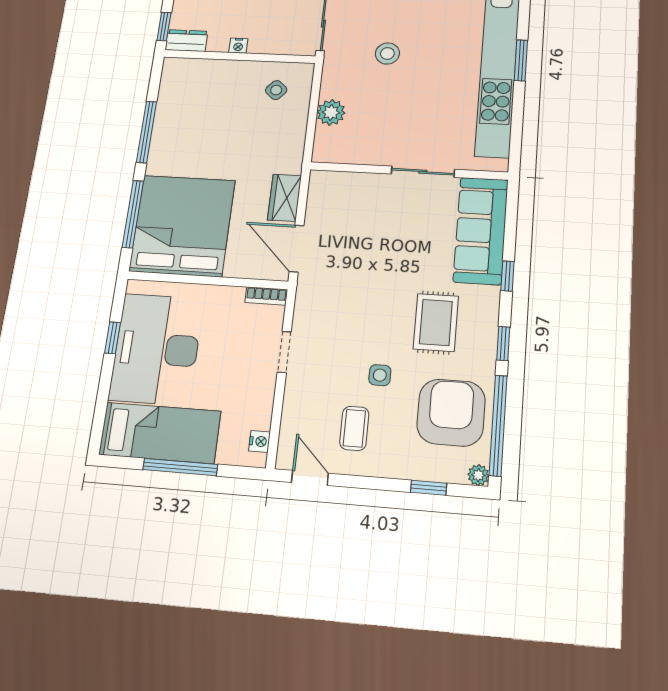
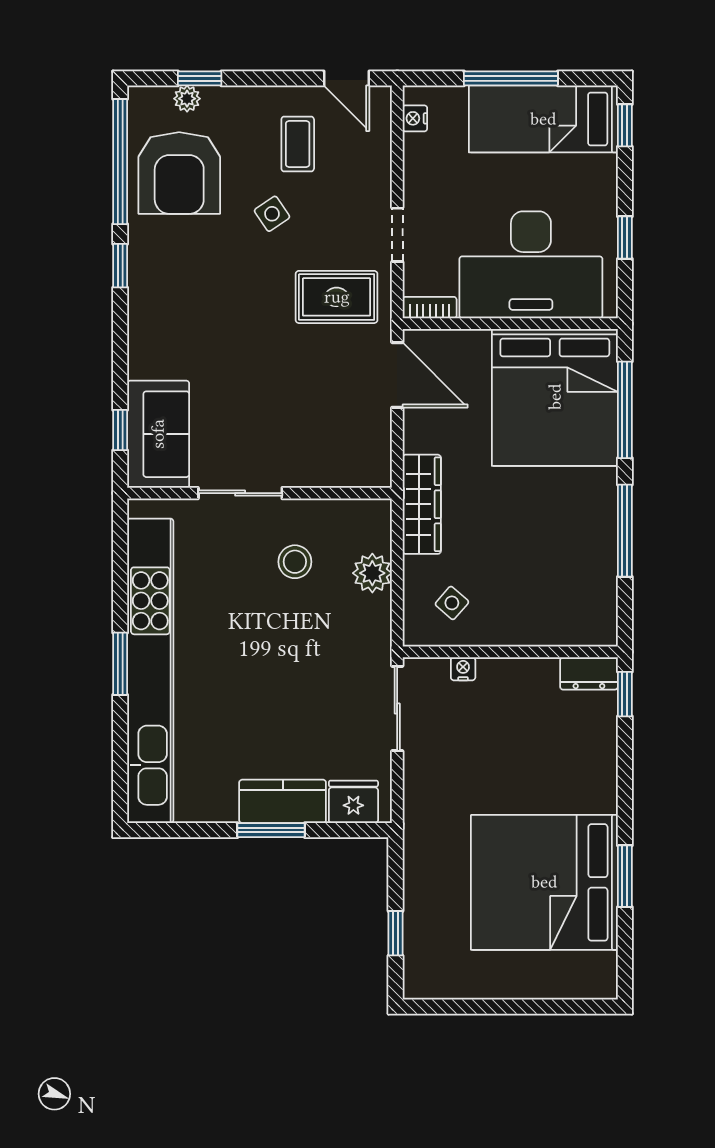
nightstand: (238, 46) -> (463, 669), moved
stool: (387, 53) -> (295, 562), moved
wardrobe: (284, 198) -> (422, 504), moved, width x1.50
sofa: (481, 231) -> (158, 434), width x0.73
window: (507, 276) -> (120, 430), moved
rug: (436, 322) -> (337, 297), moved, turned 90
desk: (156, 349) -> (531, 265), moved, turned 90
side table: (380, 375) -> (272, 214), turned -34
window: (98, 423) -> (625, 125), added
plant: (478, 475) -> (187, 99), moved

